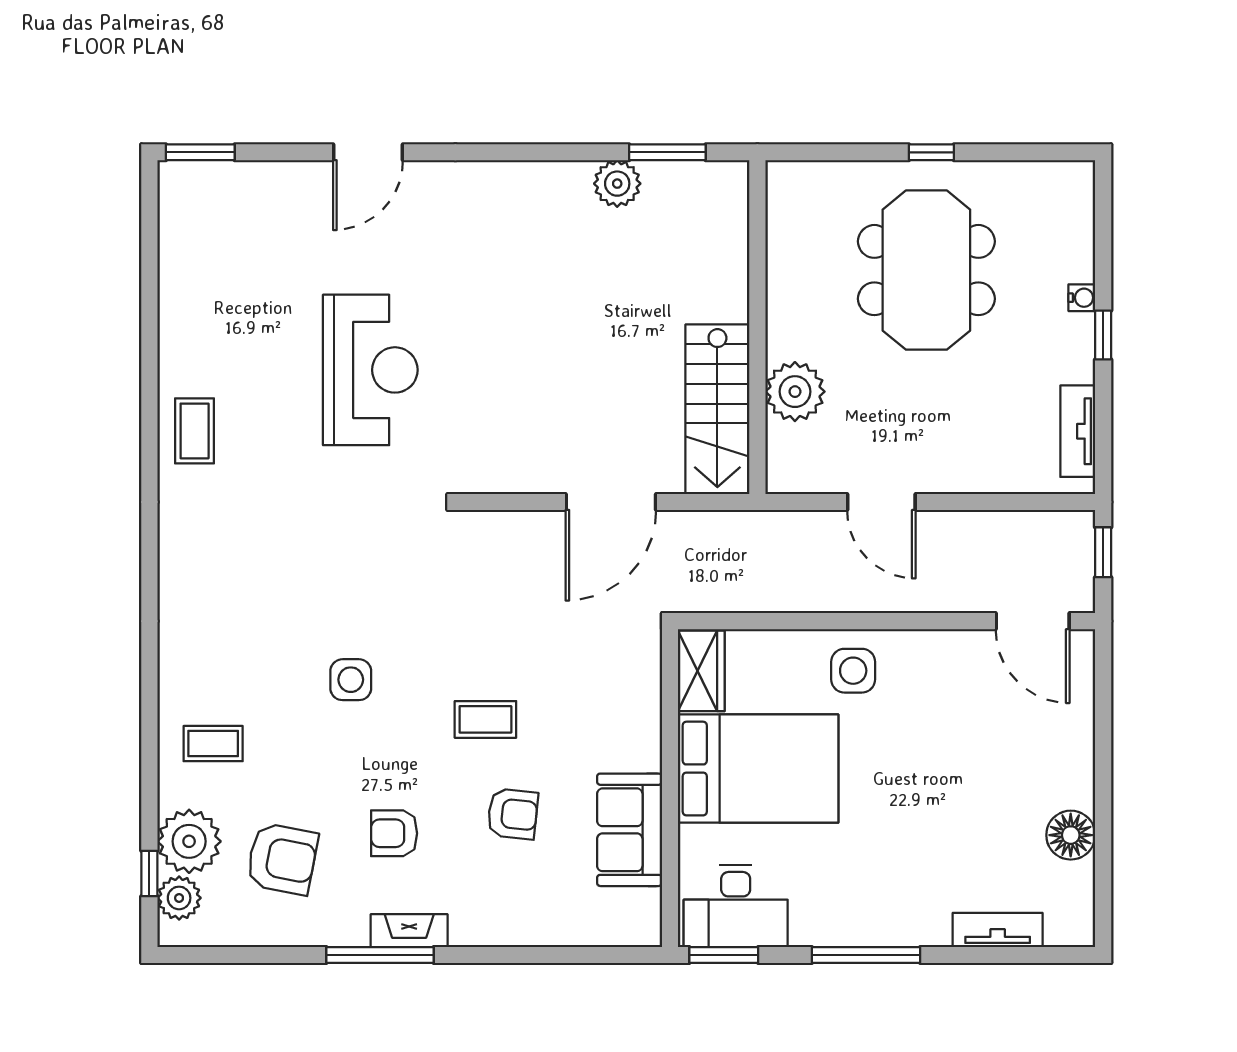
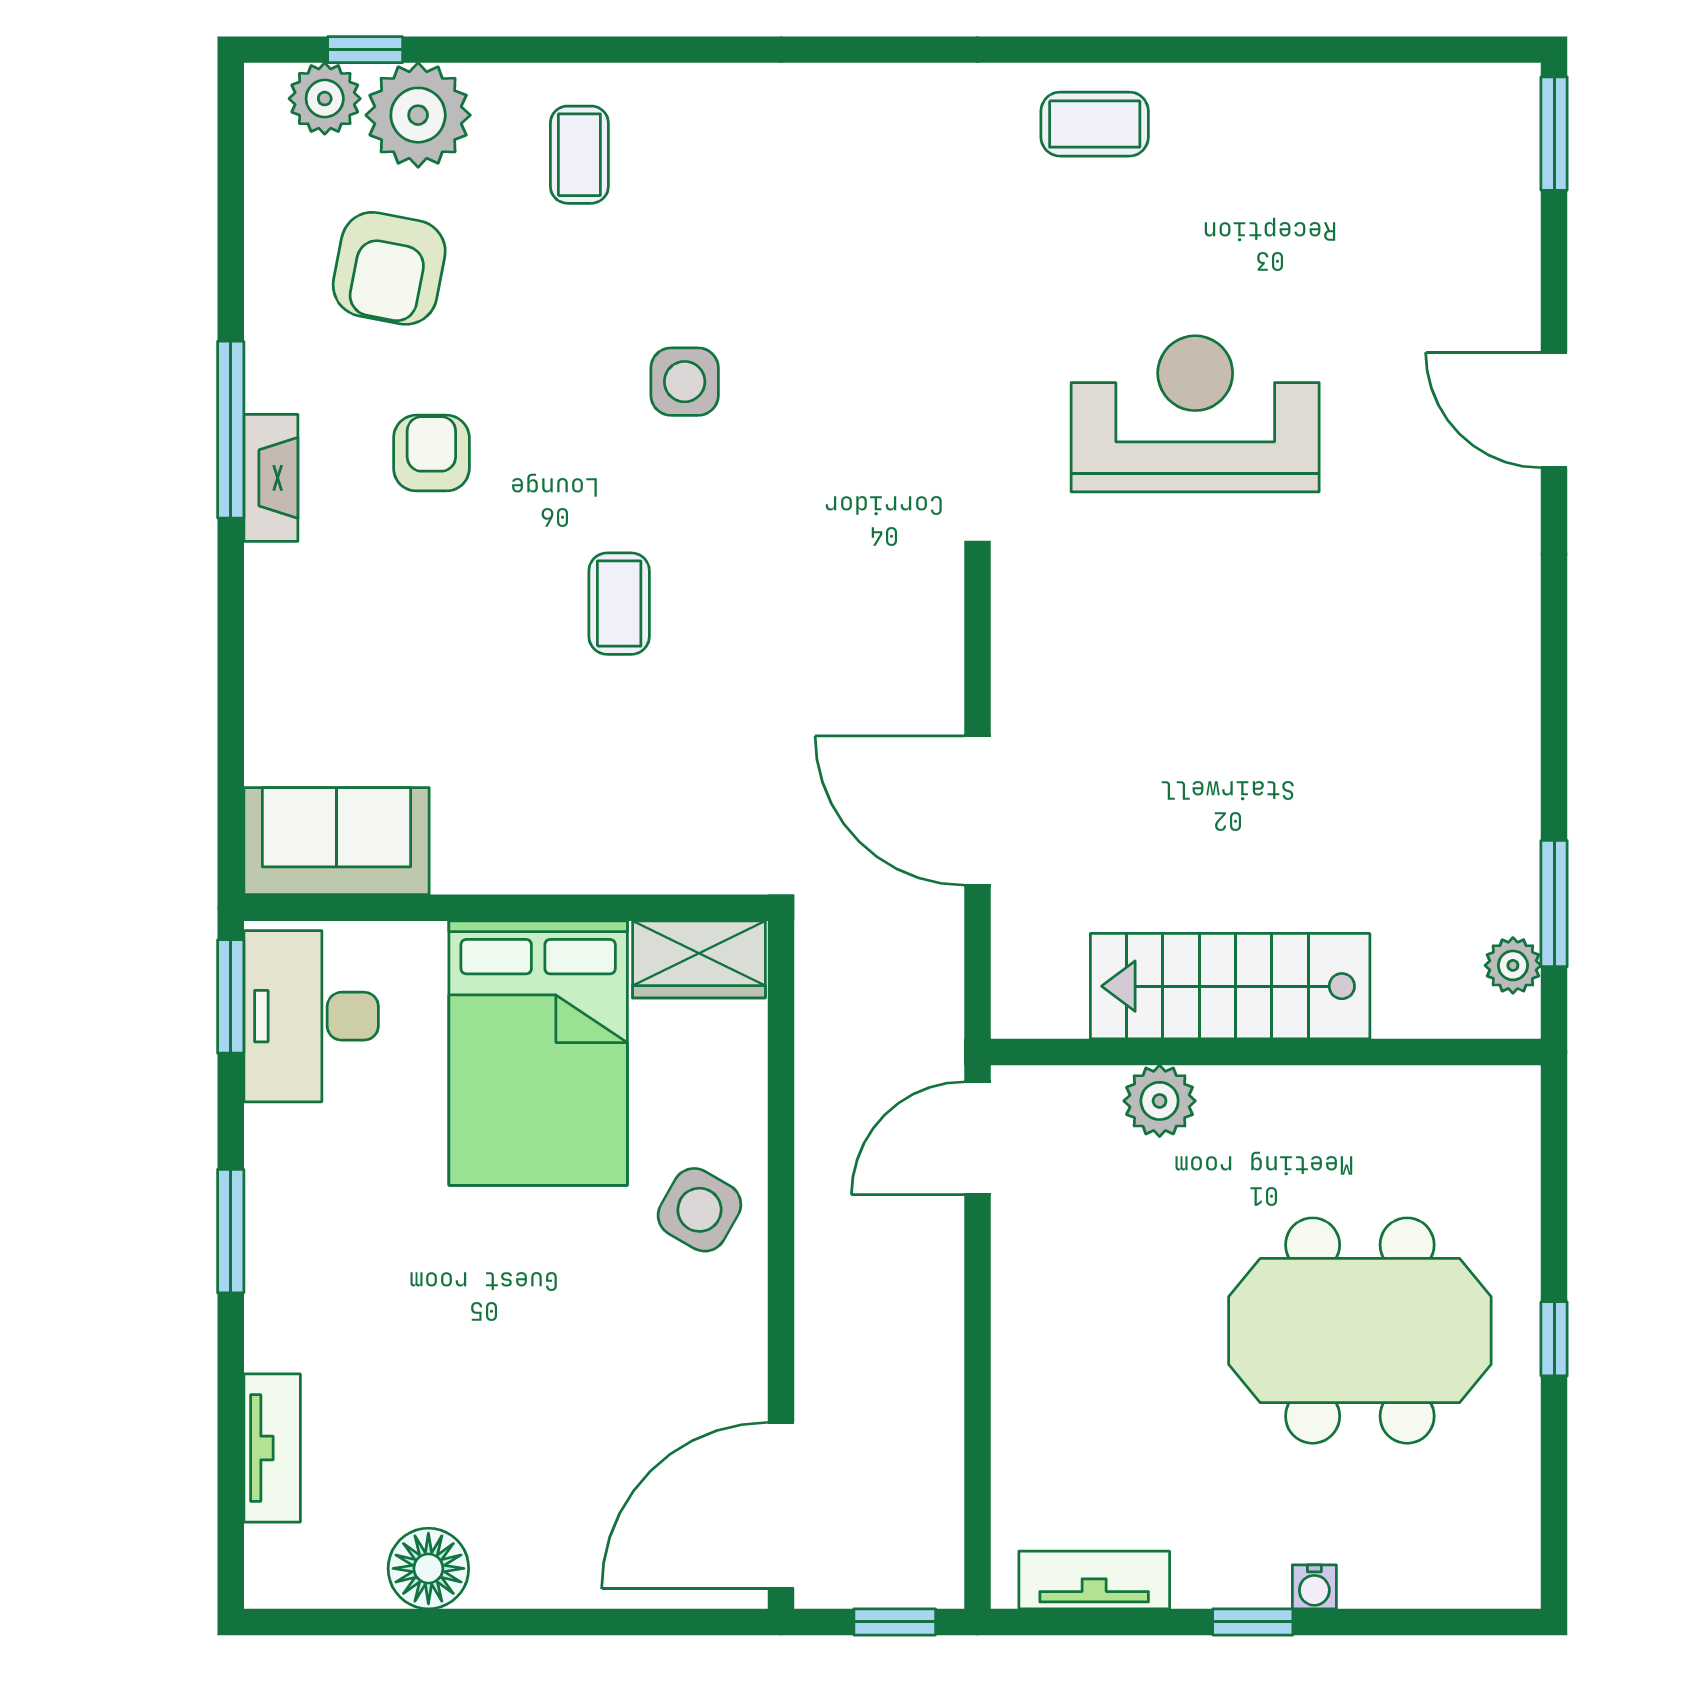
plant: (617, 184) -> (1513, 965), moved, width x0.73, depth x0.73
reception desk: (370, 370) -> (1195, 414), turned 180
plant: (795, 392) -> (1160, 1101), width x0.73, depth x0.73
stairs: (717, 409) -> (1230, 986), moved
door: (881, 502) -> (978, 1138), moved
door: (1033, 621) -> (781, 1506), width x1.36
side table: (853, 671) -> (699, 1210), turned 30
armchair: (513, 814) -> (463, 648), removed
sofa: (630, 830) -> (337, 841), moved
window: (866, 955) -> (231, 1231), width x0.69

